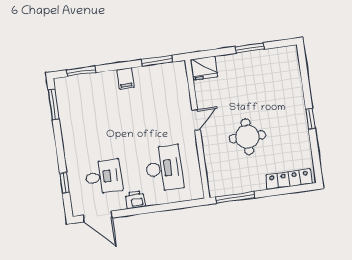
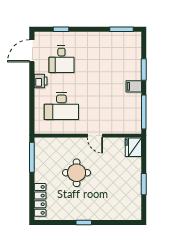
window: (157, 61) -> (144, 112), width x1.44
window: (81, 71) -> (144, 70), moved

